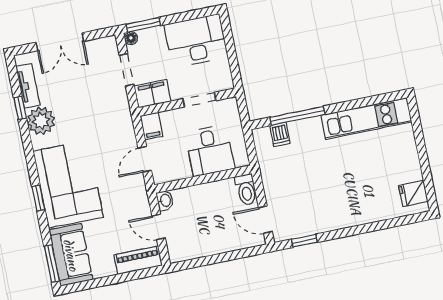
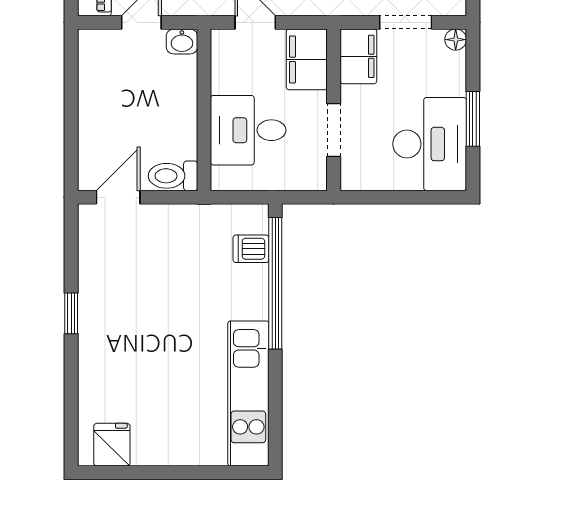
window: (143, 25) -> (473, 119), moved
window: (298, 116) -> (275, 283), width x1.46
filing cabinet: (152, 126) -> (307, 59), width x2.00
window: (304, 241) -> (71, 313), moved

